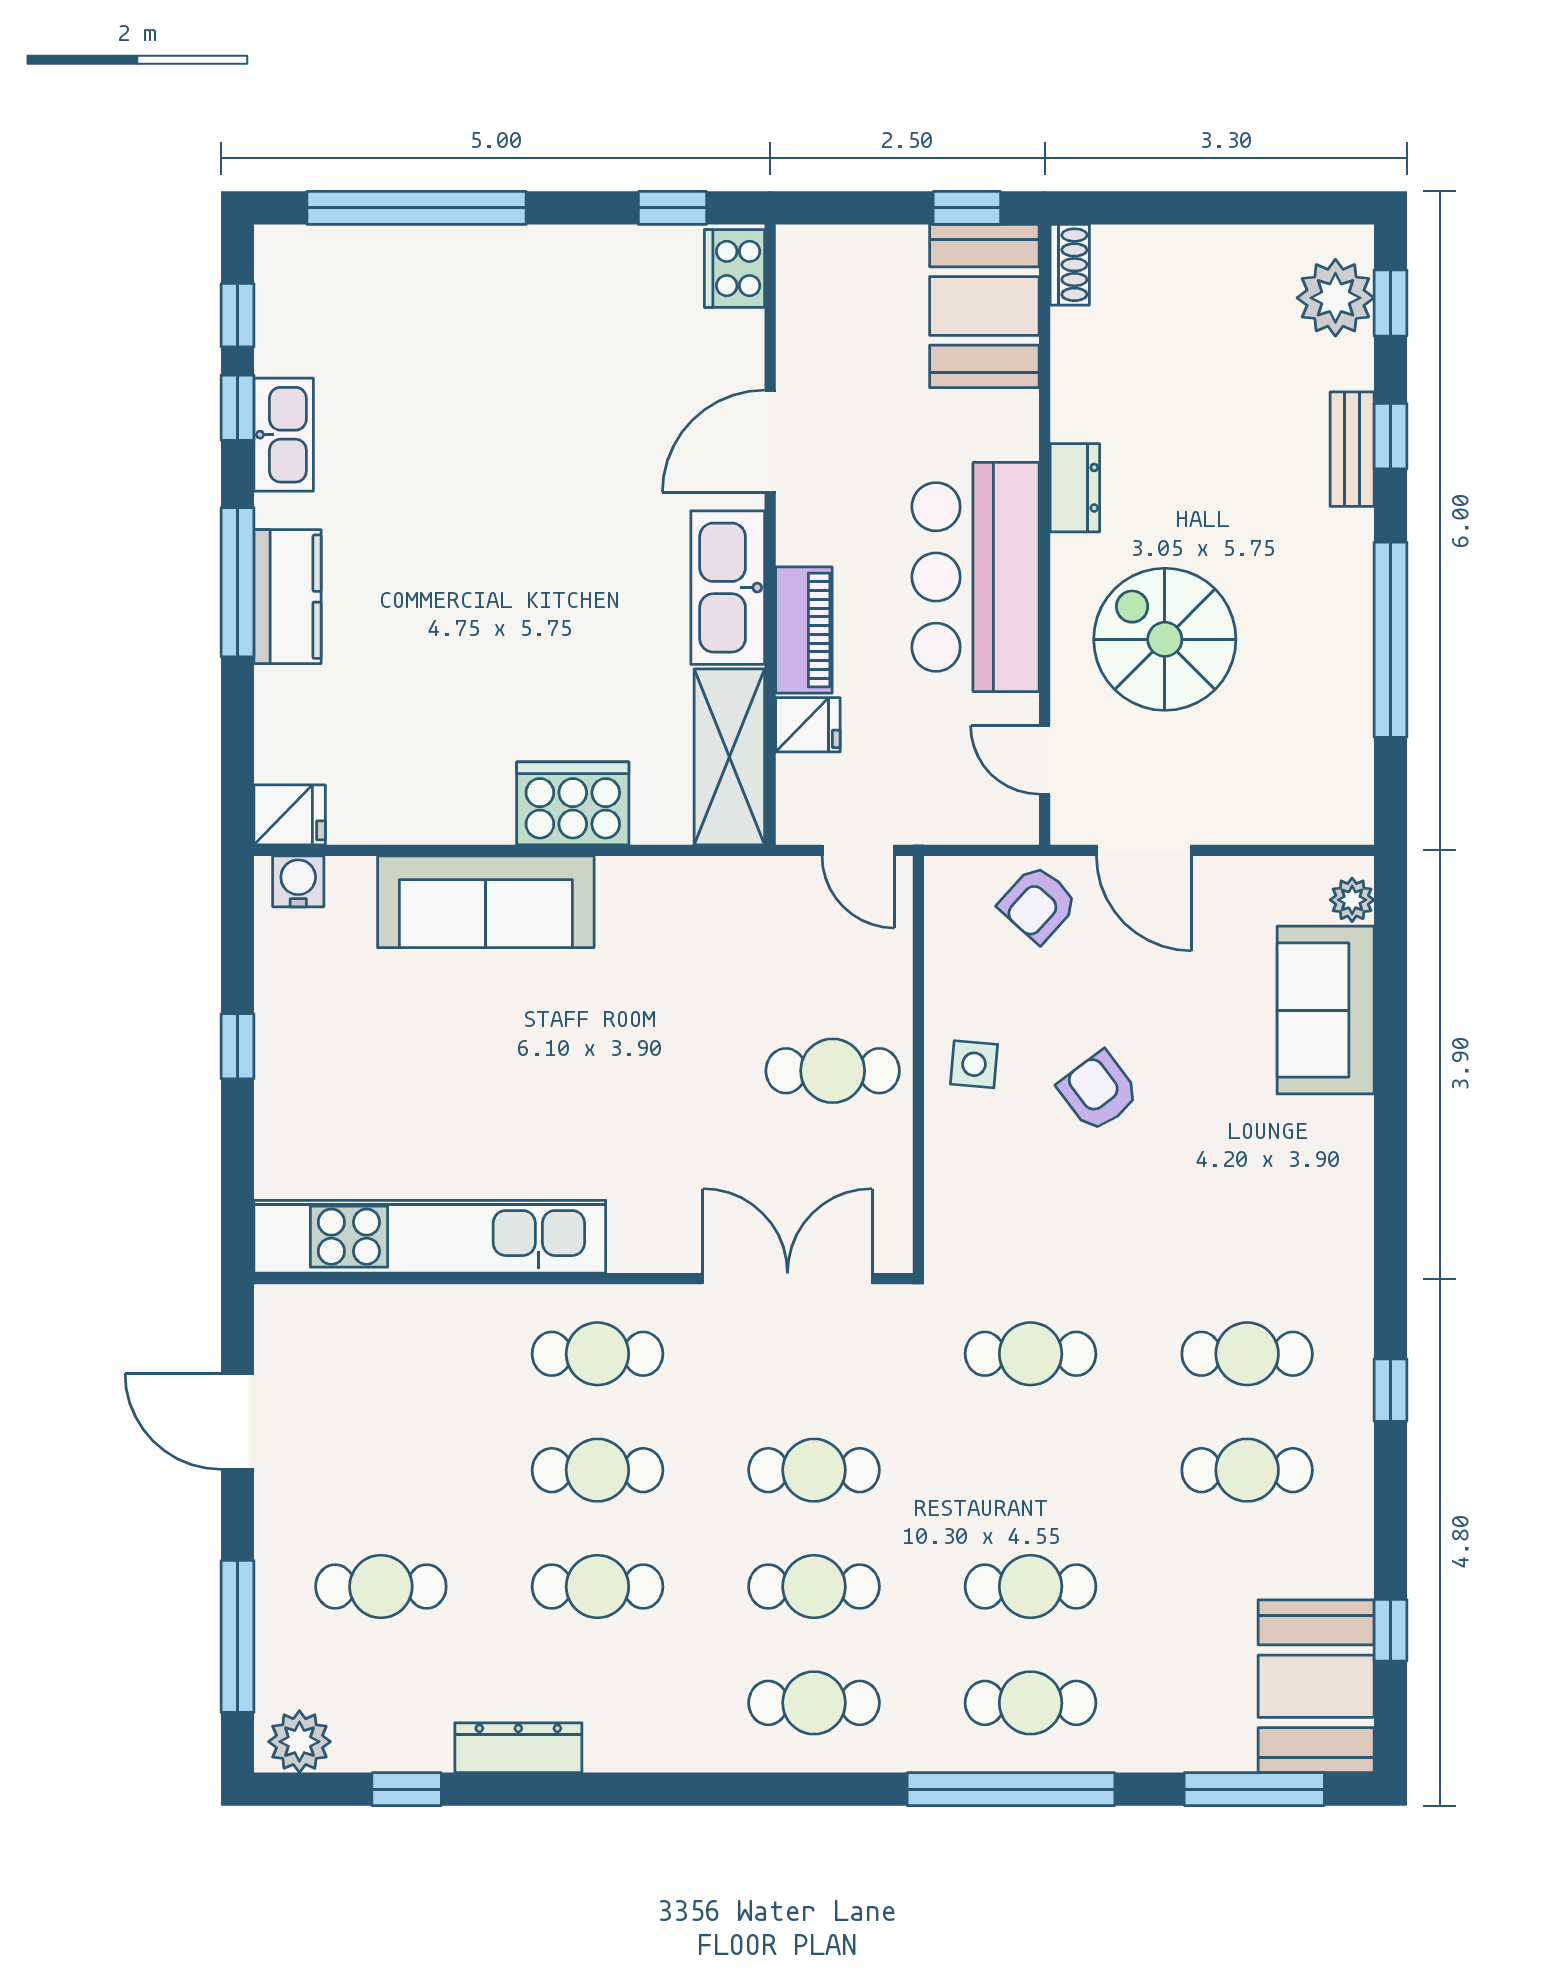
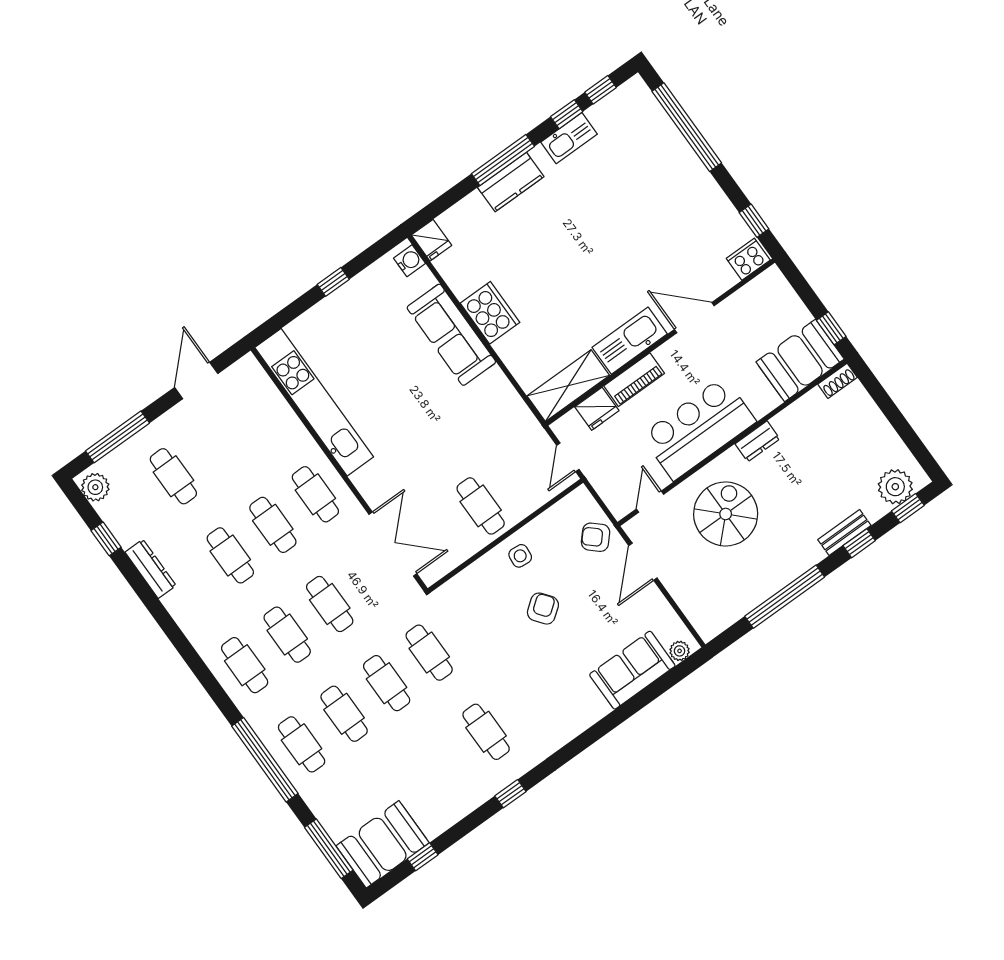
fridge: (808, 725) -> (597, 409), width x1.38
cooker: (573, 803) -> (490, 313), moved
cafe table: (1247, 1470) -> (387, 683), moved

